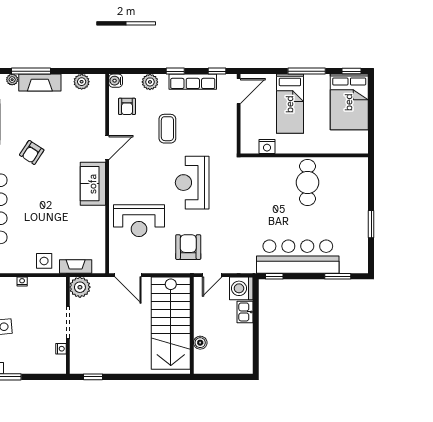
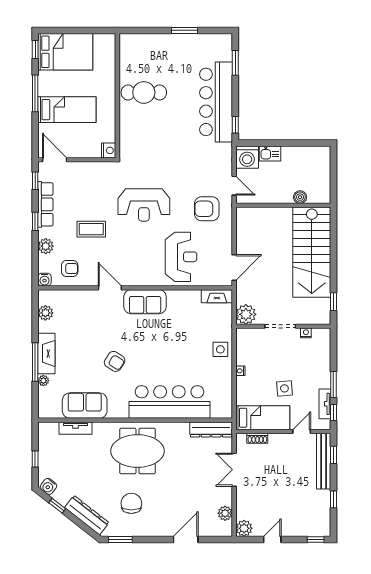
nightstand: (267, 146) -> (109, 150), moved
fireplace: (76, 267) -> (217, 296), moved, turned -90
stairs: (171, 323) -> (312, 252), moved, turned 90

